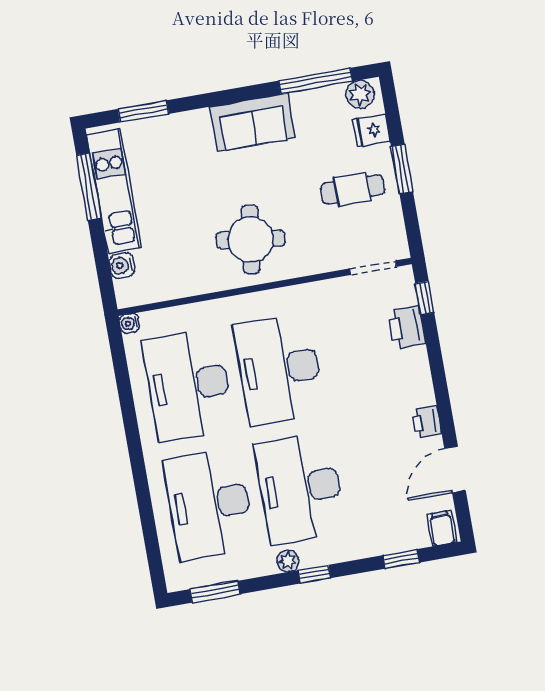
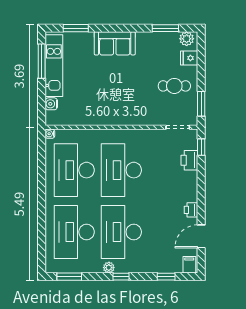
window: (316, 81) -> (165, 28), width x0.69
sofa: (252, 122) -> (115, 43), moved
window: (402, 169) -> (201, 104), moved
round table: (251, 239) -> (119, 102), removed

